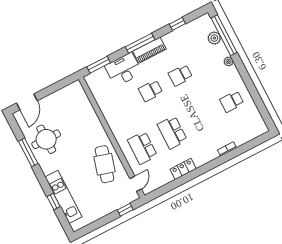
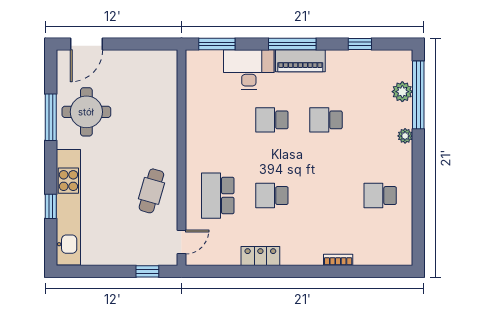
school desk: (172, 132) -> (272, 196), width x0.54
cafe table: (105, 164) -> (151, 191), width x0.73, depth x0.74
kitchen unit: (63, 197) -> (68, 207), width x1.36

